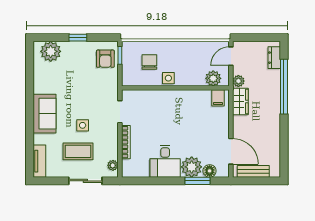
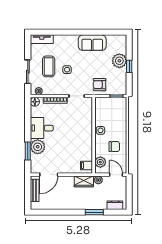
plant: (51, 51) -> (119, 61), moved
armchair: (105, 59) -> (100, 85), moved
chair: (149, 62) -> (114, 147), moved
window: (284, 87) -> (94, 212), width x0.47
sofa: (44, 114) -> (92, 43), moved
floor lamp: (210, 171) -> (35, 102), moved

